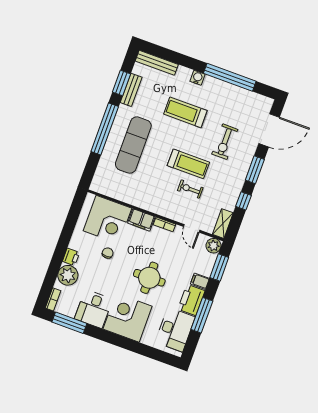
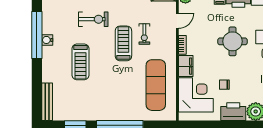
water cooler: (197, 78) -> (47, 40), moved
bench: (131, 90) -> (78, 115), removed
exercise mat: (133, 145) -> (156, 85), moved, turned 90
printer: (71, 257) -> (233, 112), width x1.87, depth x1.48

